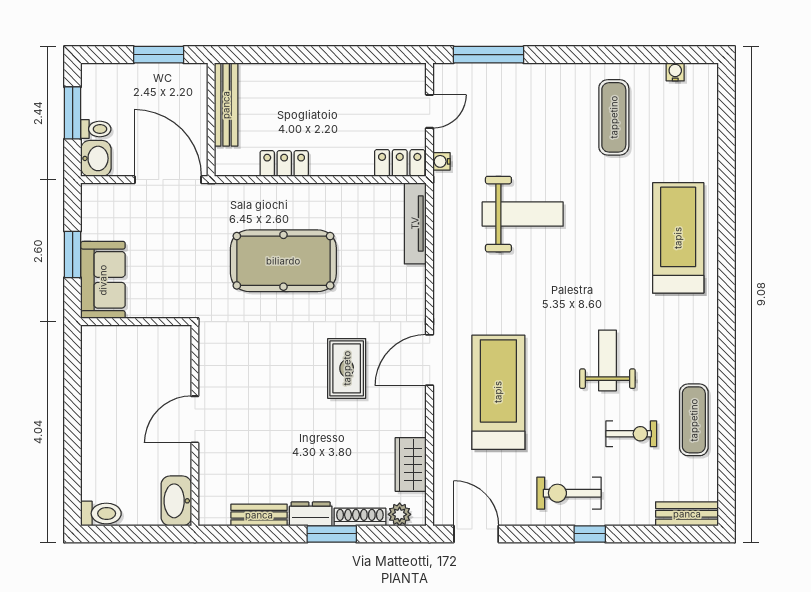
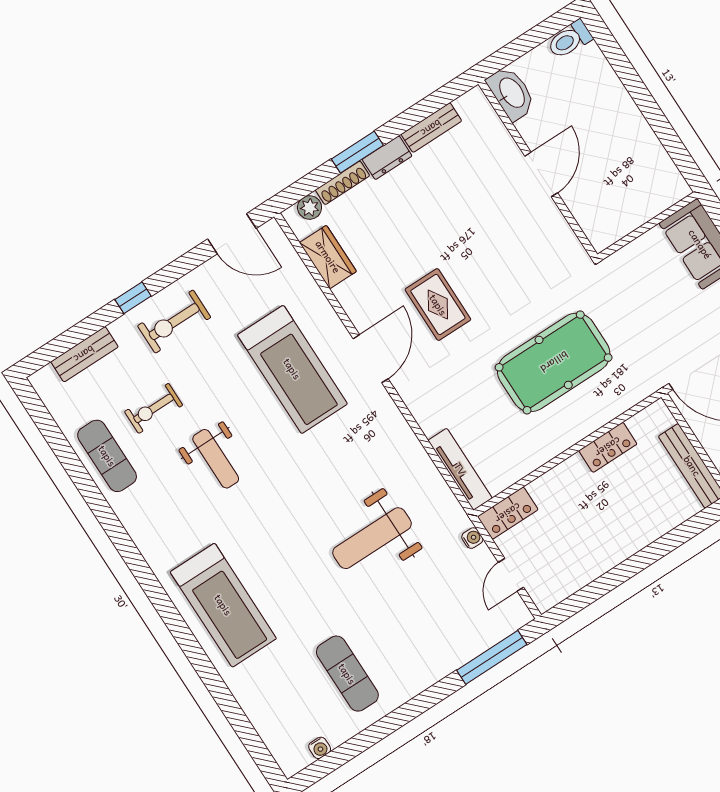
exercise bike: (569, 493) -> (174, 322), turned 180
bench: (687, 514) -> (84, 354), moved

